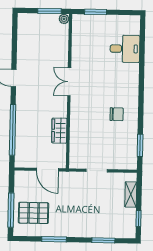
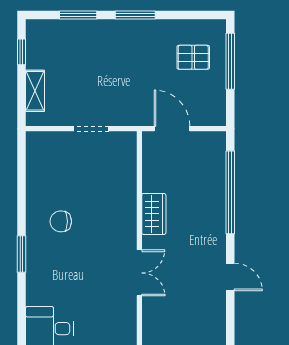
wardrobe: (59, 131) -> (154, 214), moved
window: (140, 145) -> (21, 254), moved
pallet: (33, 213) -> (193, 57), width x0.67, depth x0.71
window: (54, 239) -> (135, 15), moved

